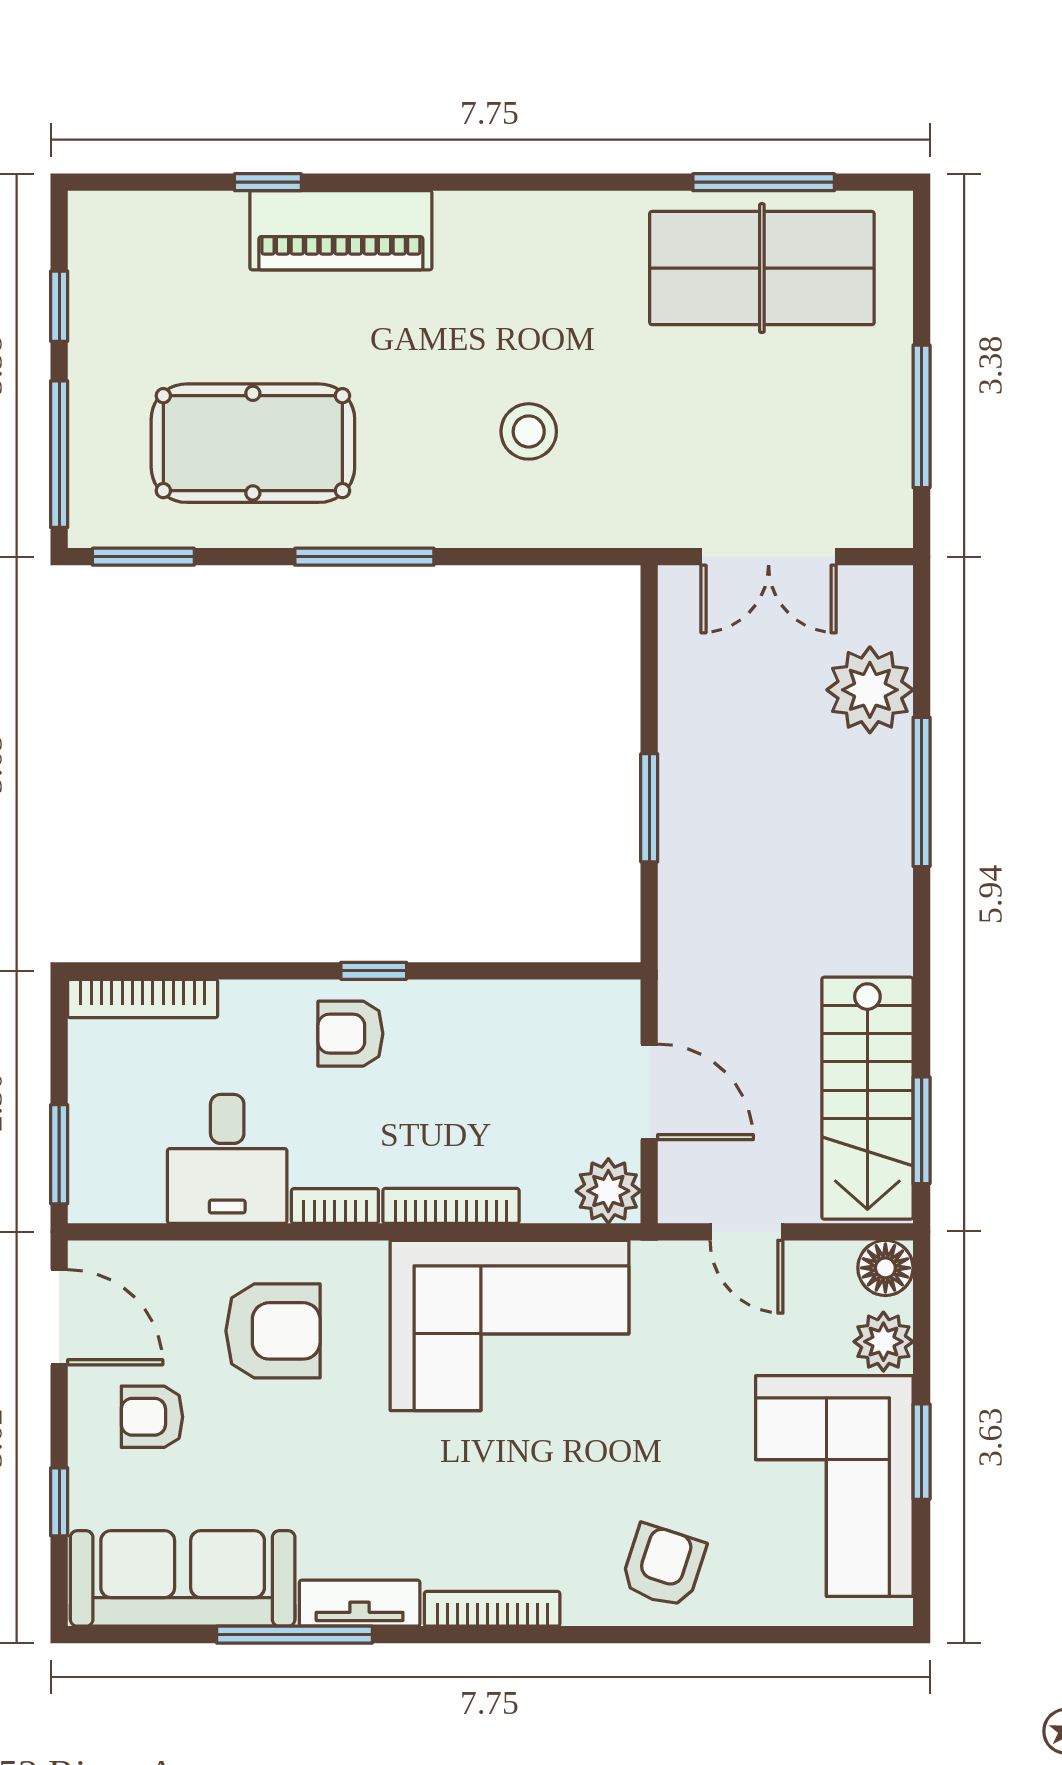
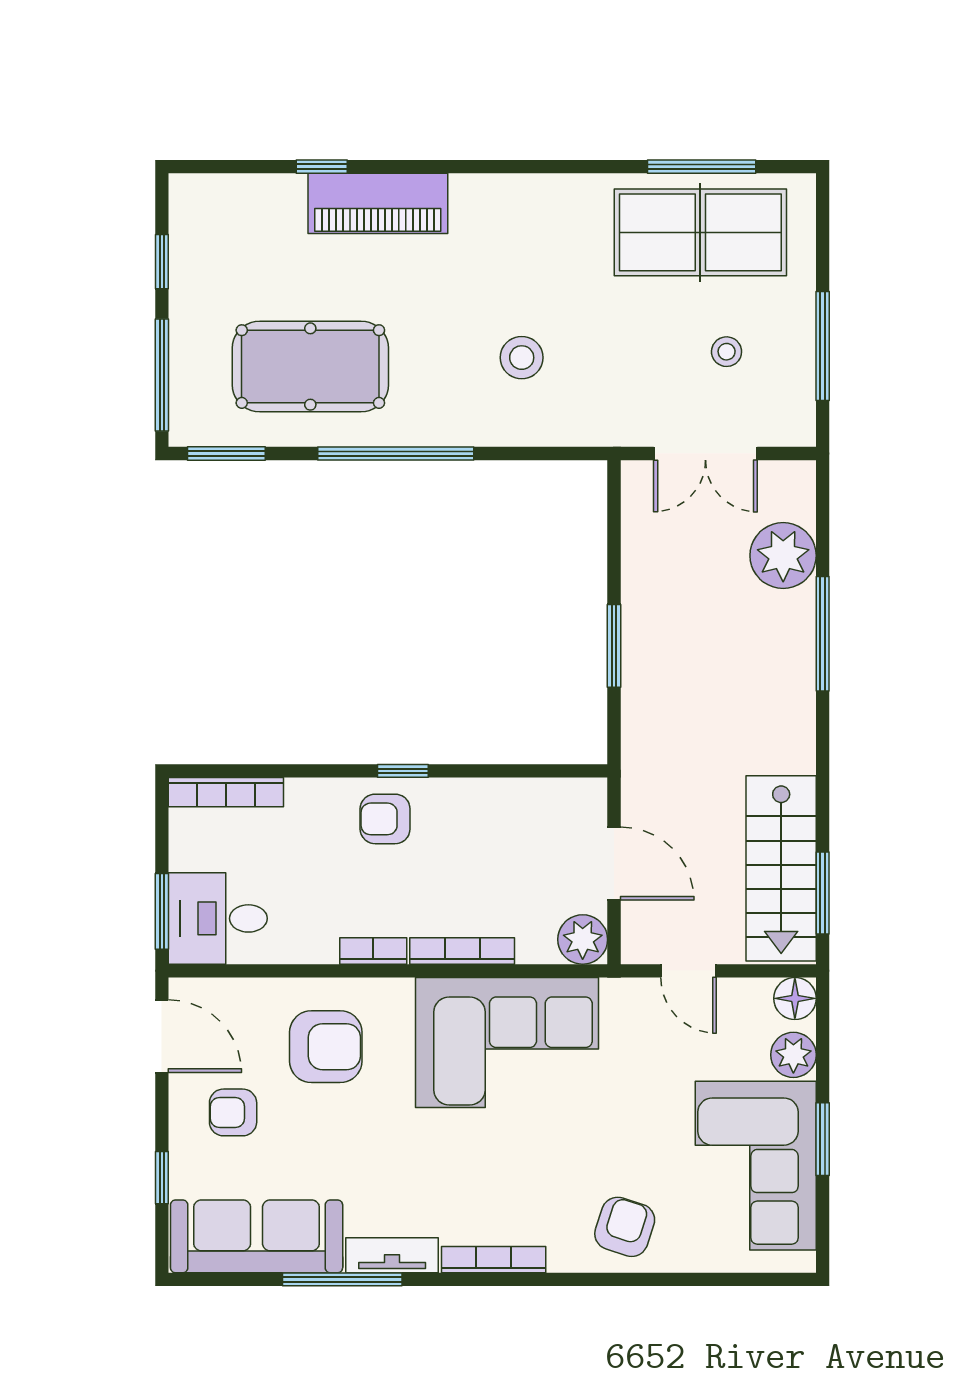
stool: (796, 424) -> (727, 352), added
window: (364, 557) -> (396, 453), width x1.46
desk: (227, 1159) -> (218, 918), moved, turned 90

